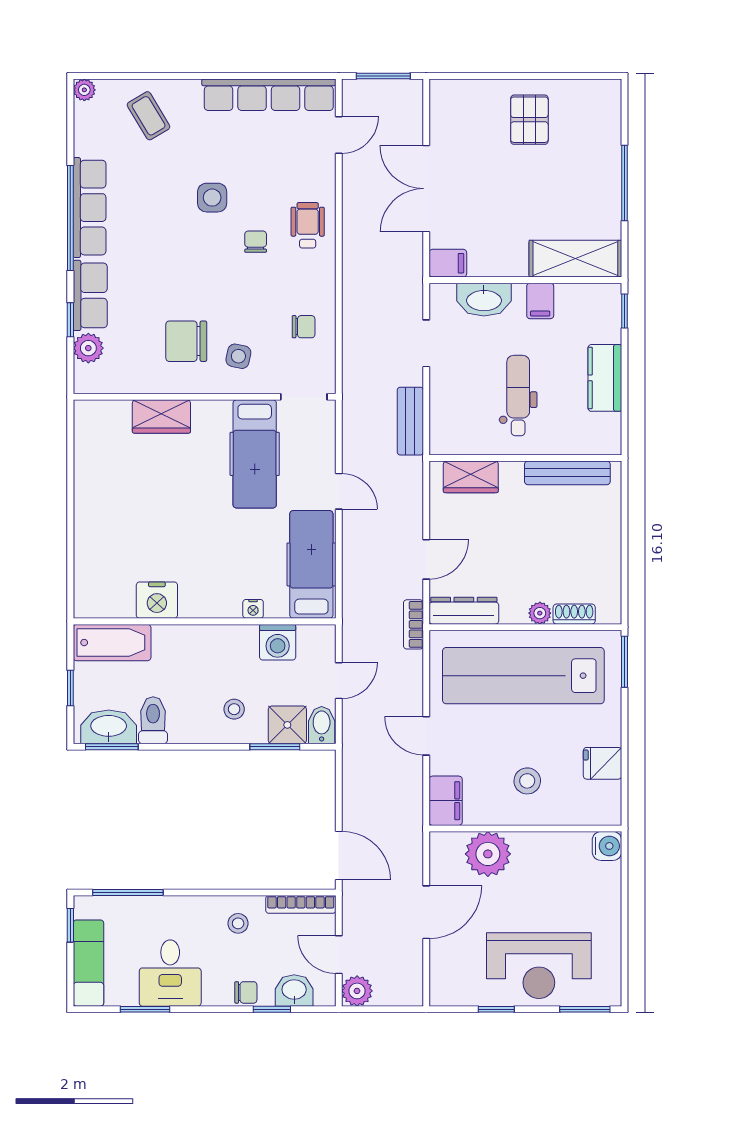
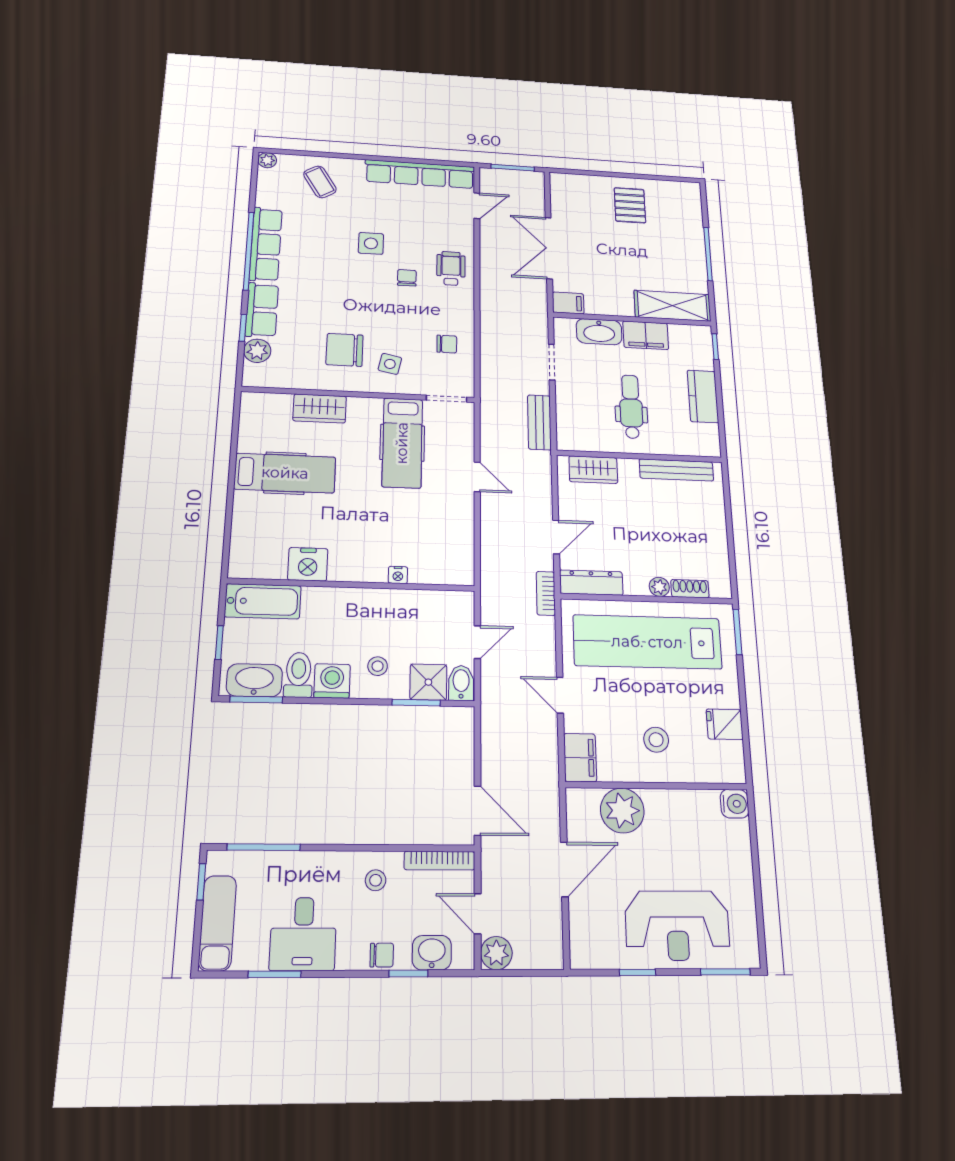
filing cabinet: (540, 301) -> (646, 335), width x2.00
hospital bed: (311, 564) -> (285, 473), moved, turned 90
washing machine: (278, 642) -> (332, 681), moved, turned 180

